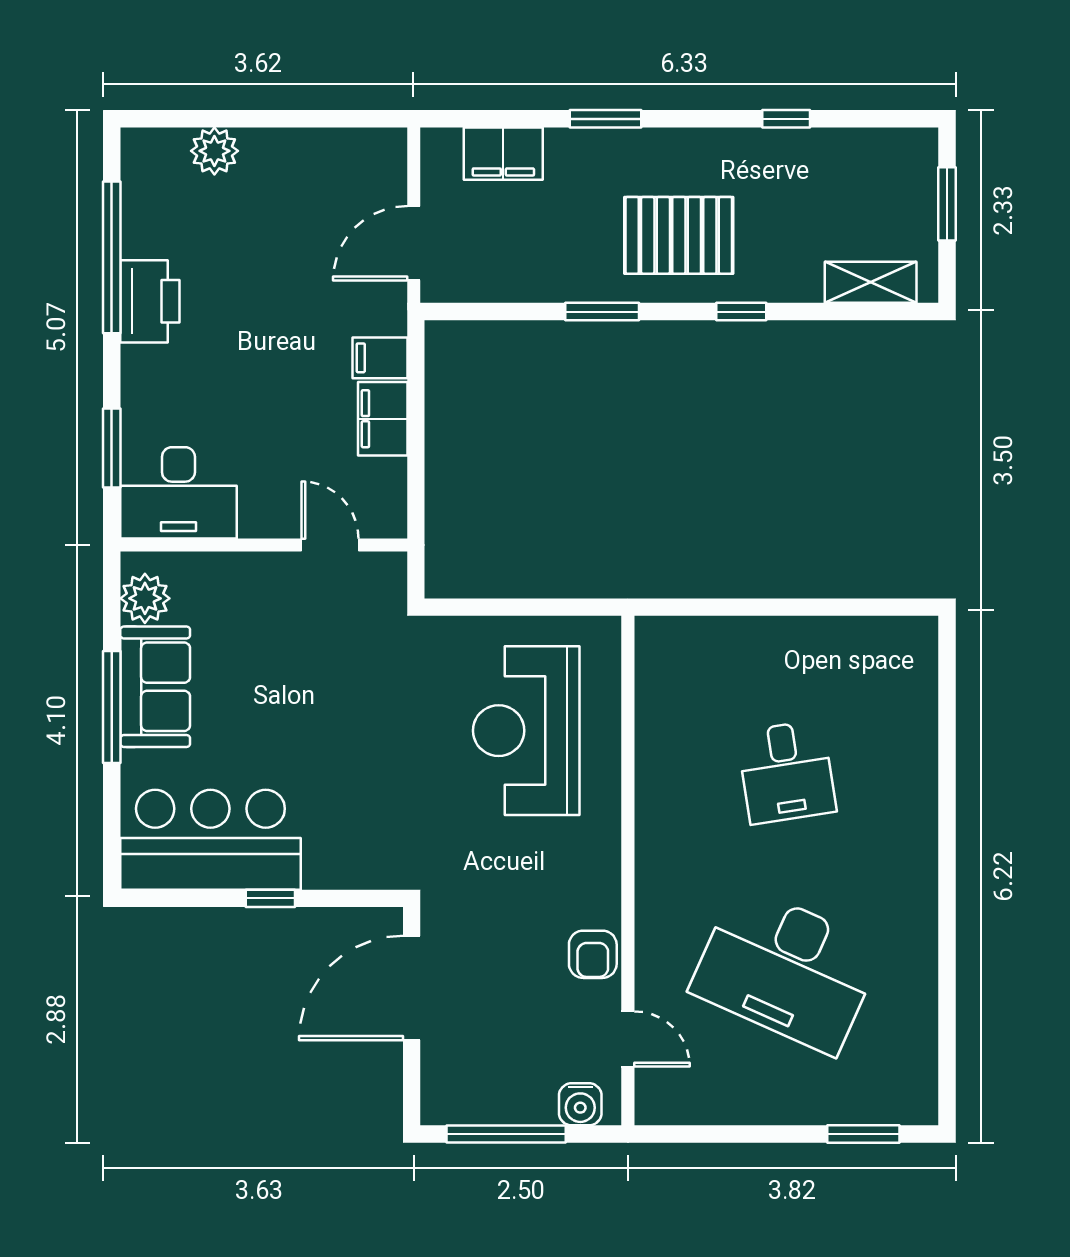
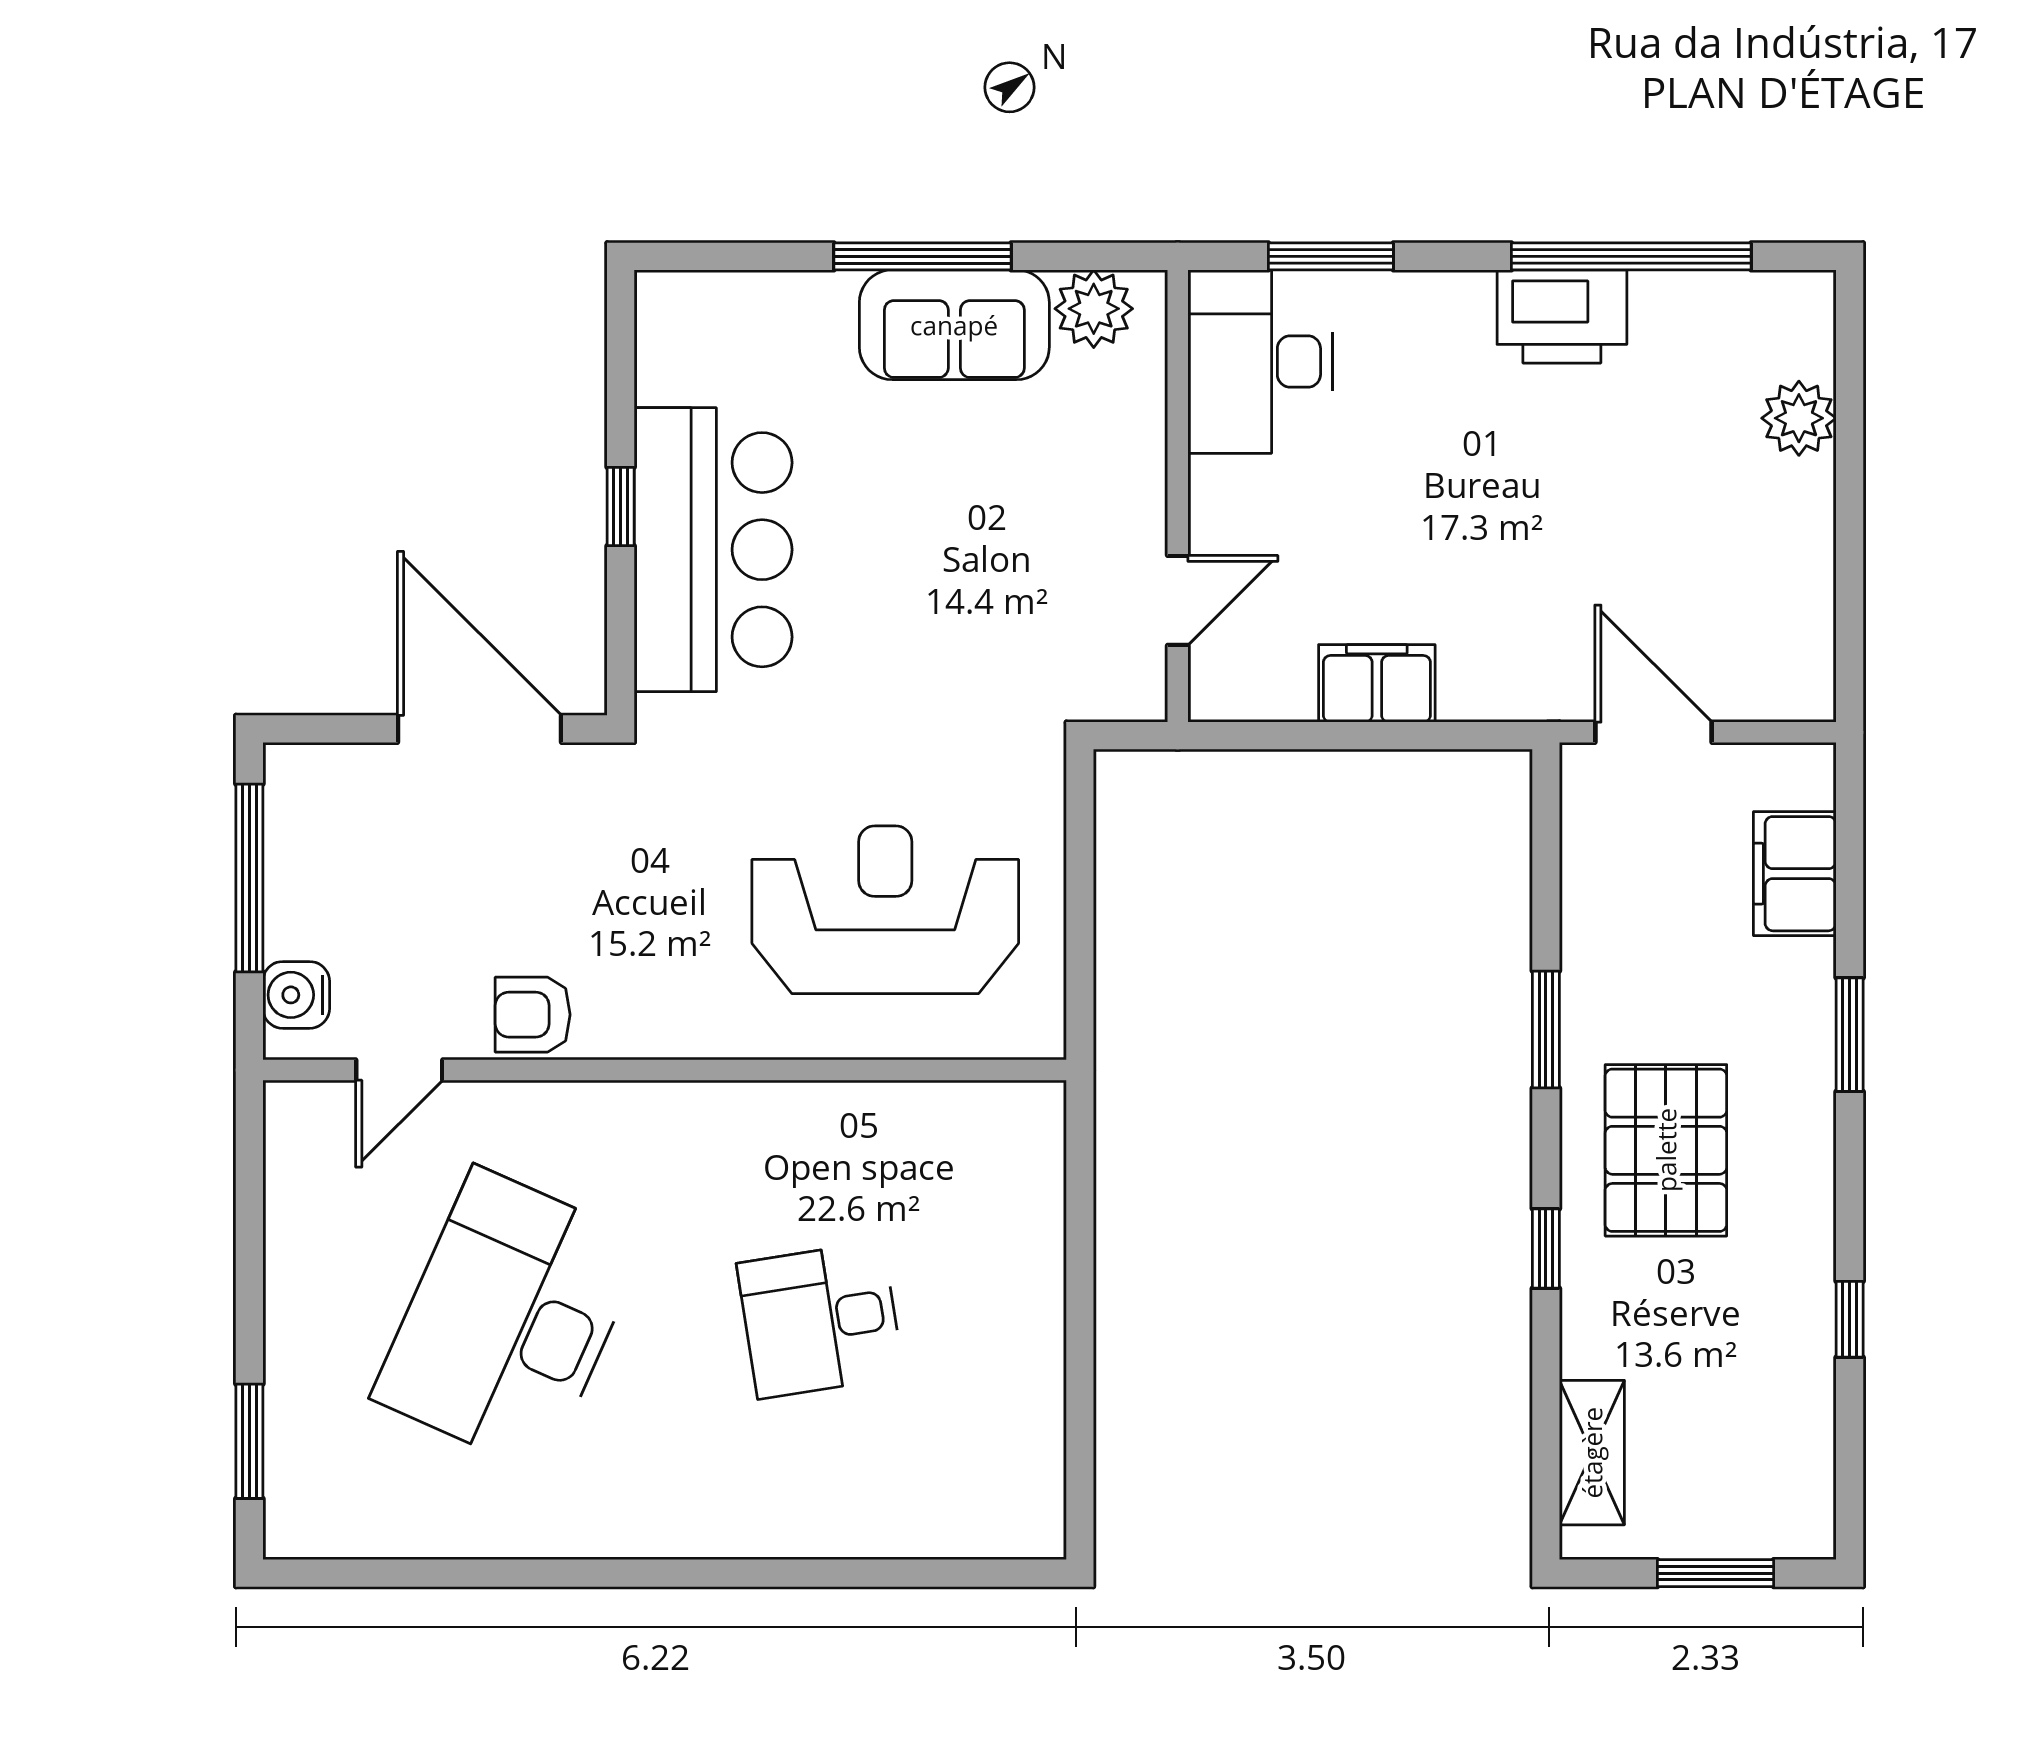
filing cabinet: (380, 358) -> (1473, 679), removed
bar counter: (210, 840) -> (713, 550), moved

